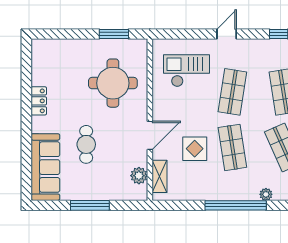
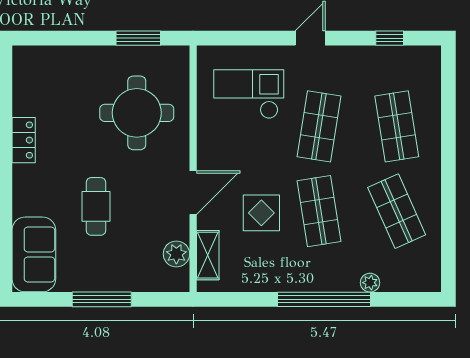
sofa: (45, 167) -> (34, 254), width x0.73

